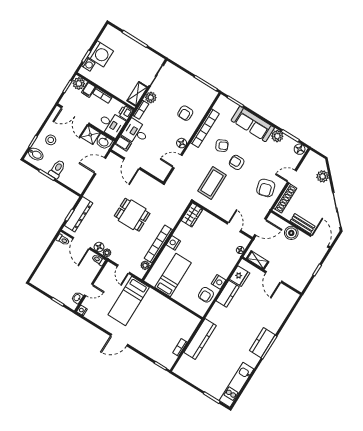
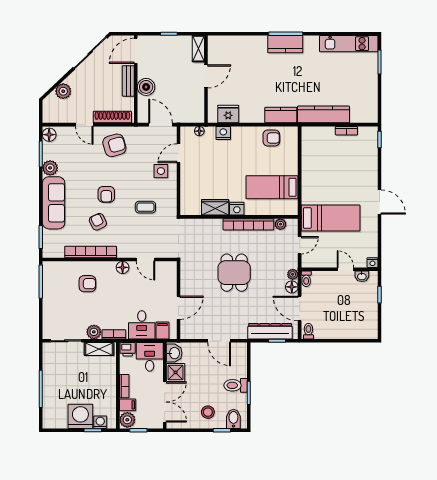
door: (100, 166) -> (219, 341), moved
coffee table: (212, 183) -> (145, 207), width x0.54, depth x0.58
side table: (230, 208) -> (161, 171), added
wardrobe: (192, 215) -> (215, 207), moved
door: (81, 243) -> (300, 309), swing flipped
shelving: (258, 260) -> (198, 49), moved
nightstand: (219, 282) -> (223, 133), moved
kitchen counter: (228, 294) -> (281, 115), moved

